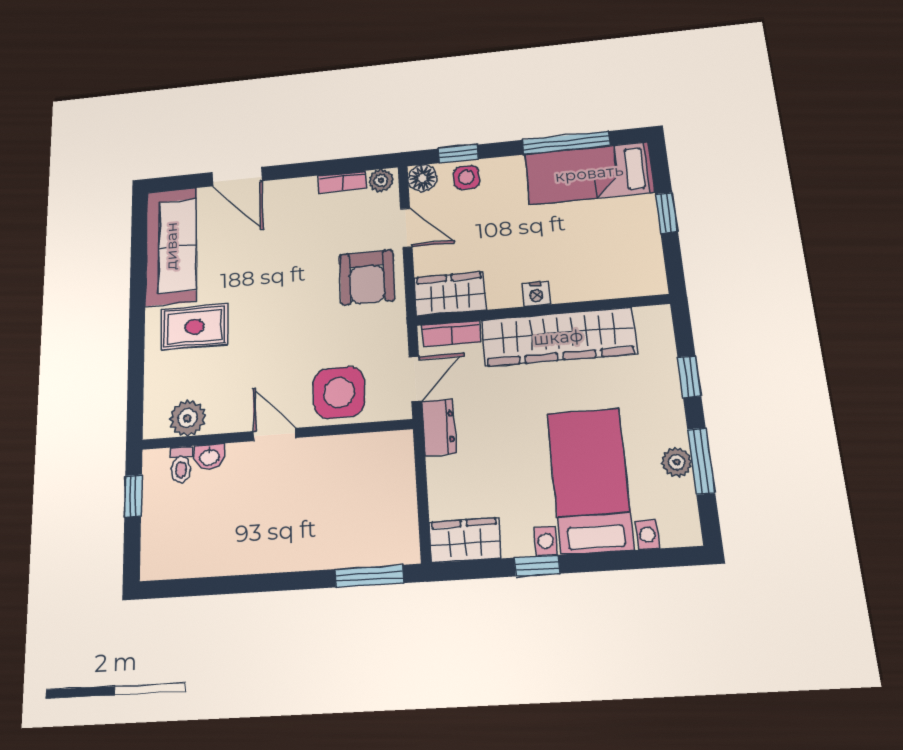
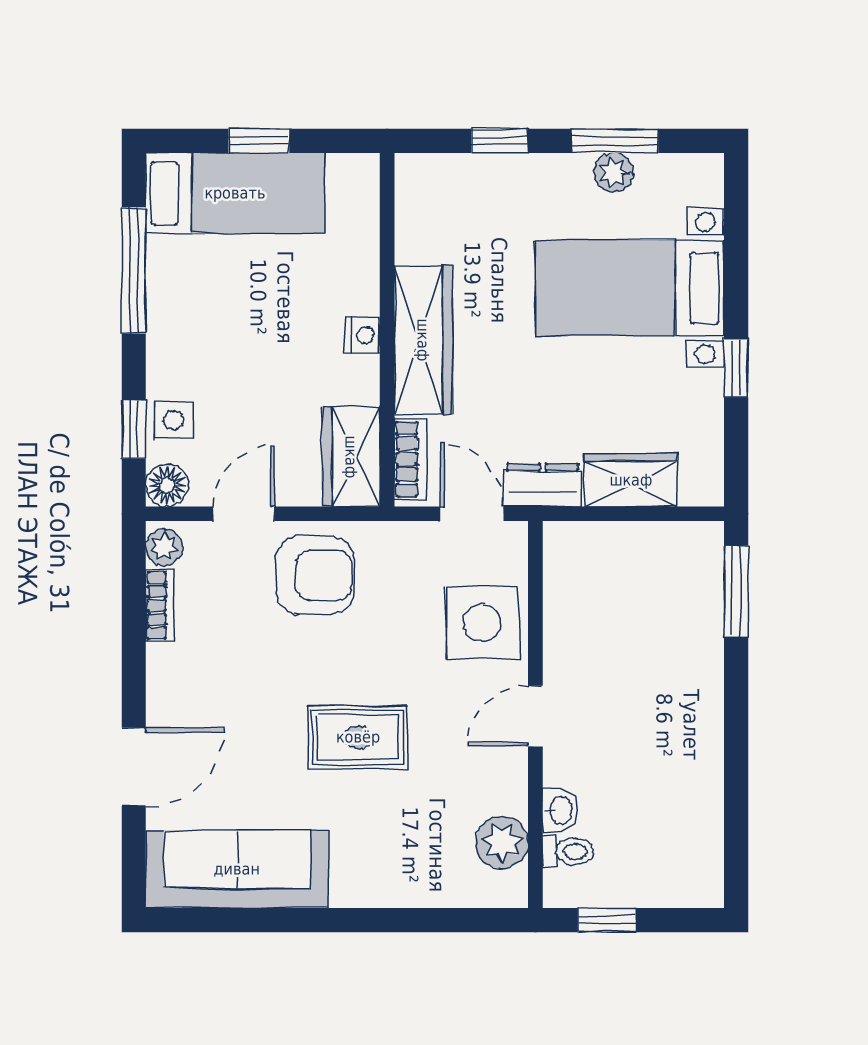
bed: (589, 173) -> (235, 193), moved, turned -90
rug: (195, 327) -> (358, 737), moved, turned 90
wardrobe: (558, 337) -> (423, 340), width x0.71, depth x0.85
wardrobe: (465, 540) -> (631, 480), moved, turned 90

